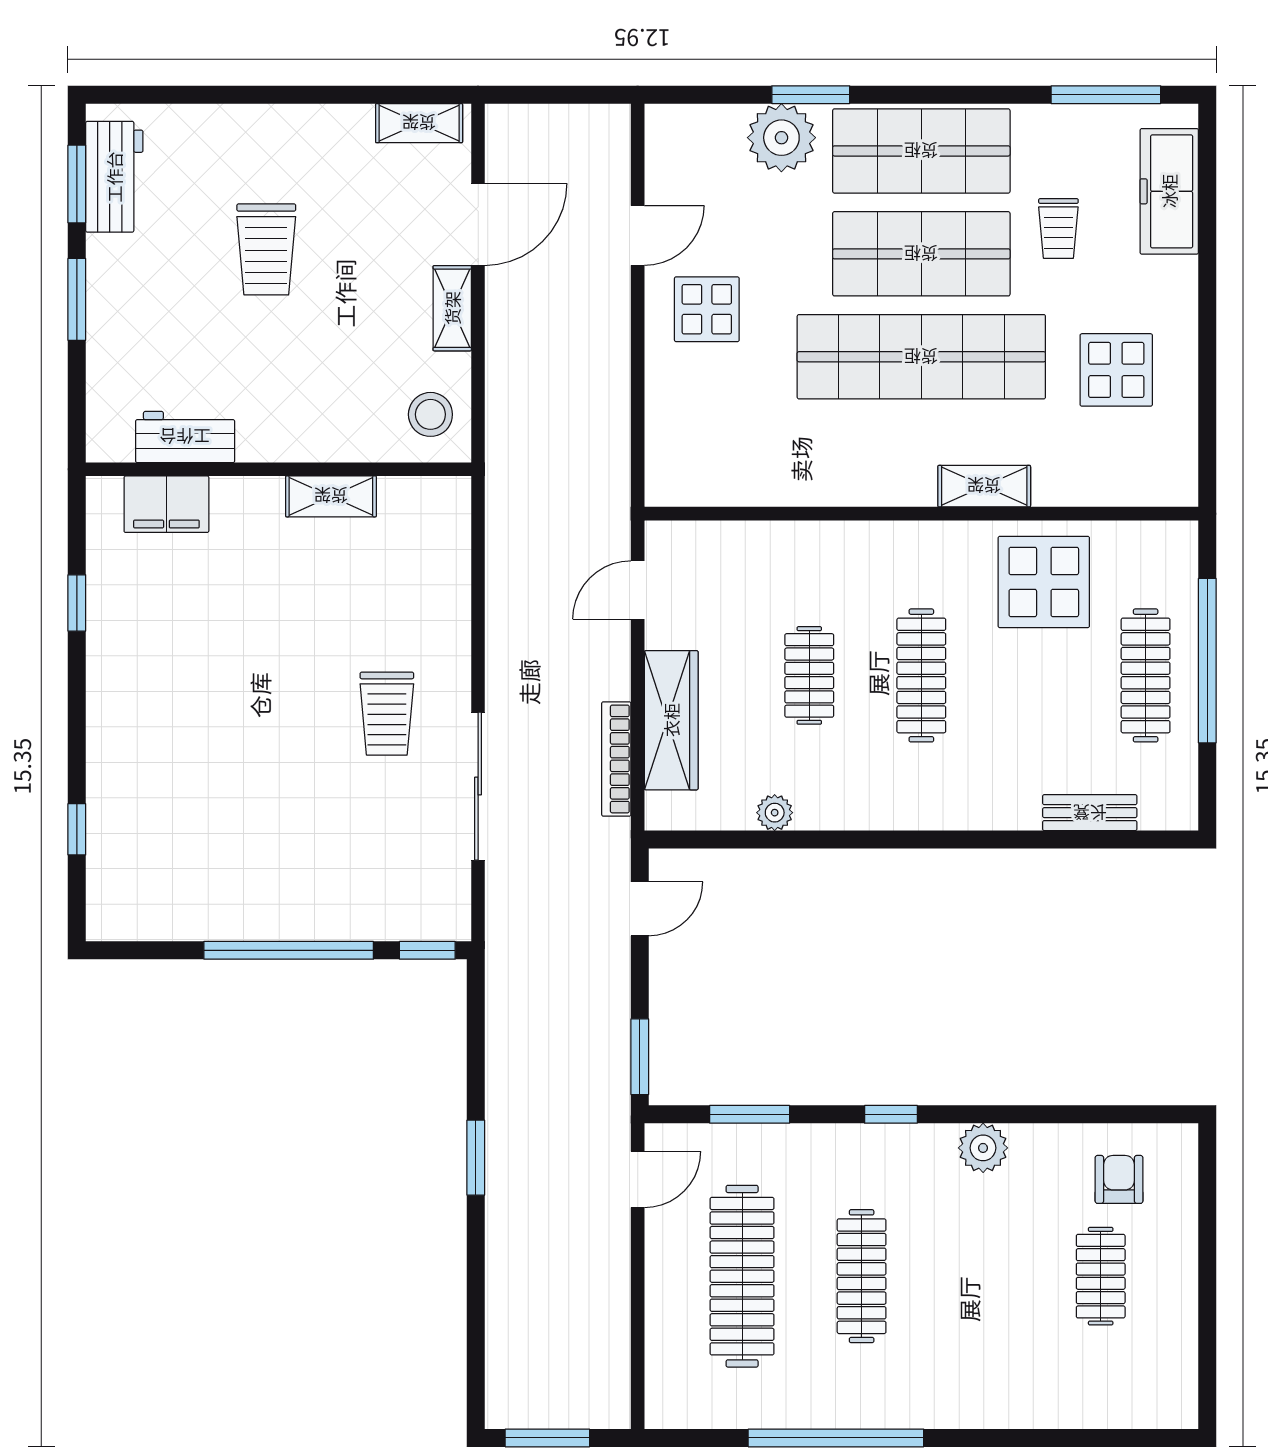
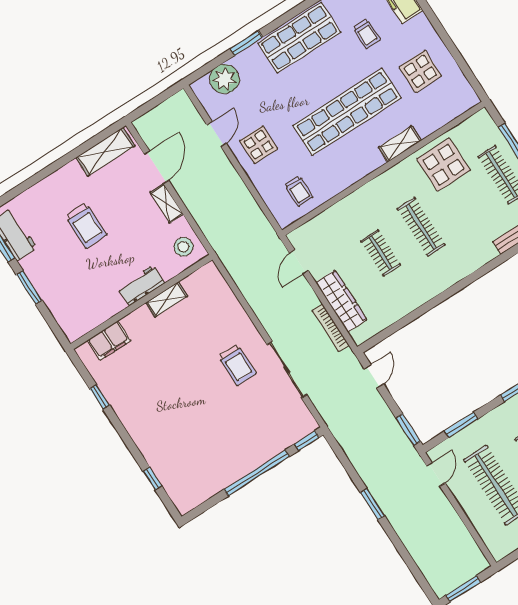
shelving: (419, 123) -> (105, 152), width x1.50, depth x1.33
plant: (781, 138) -> (224, 79), moved
shop shelf: (921, 254) -> (323, 75), removed
workbench: (185, 437) -> (141, 285), moved
trolley: (727, 451) -> (299, 191), added
plant: (775, 813) -> (400, 310), removed

